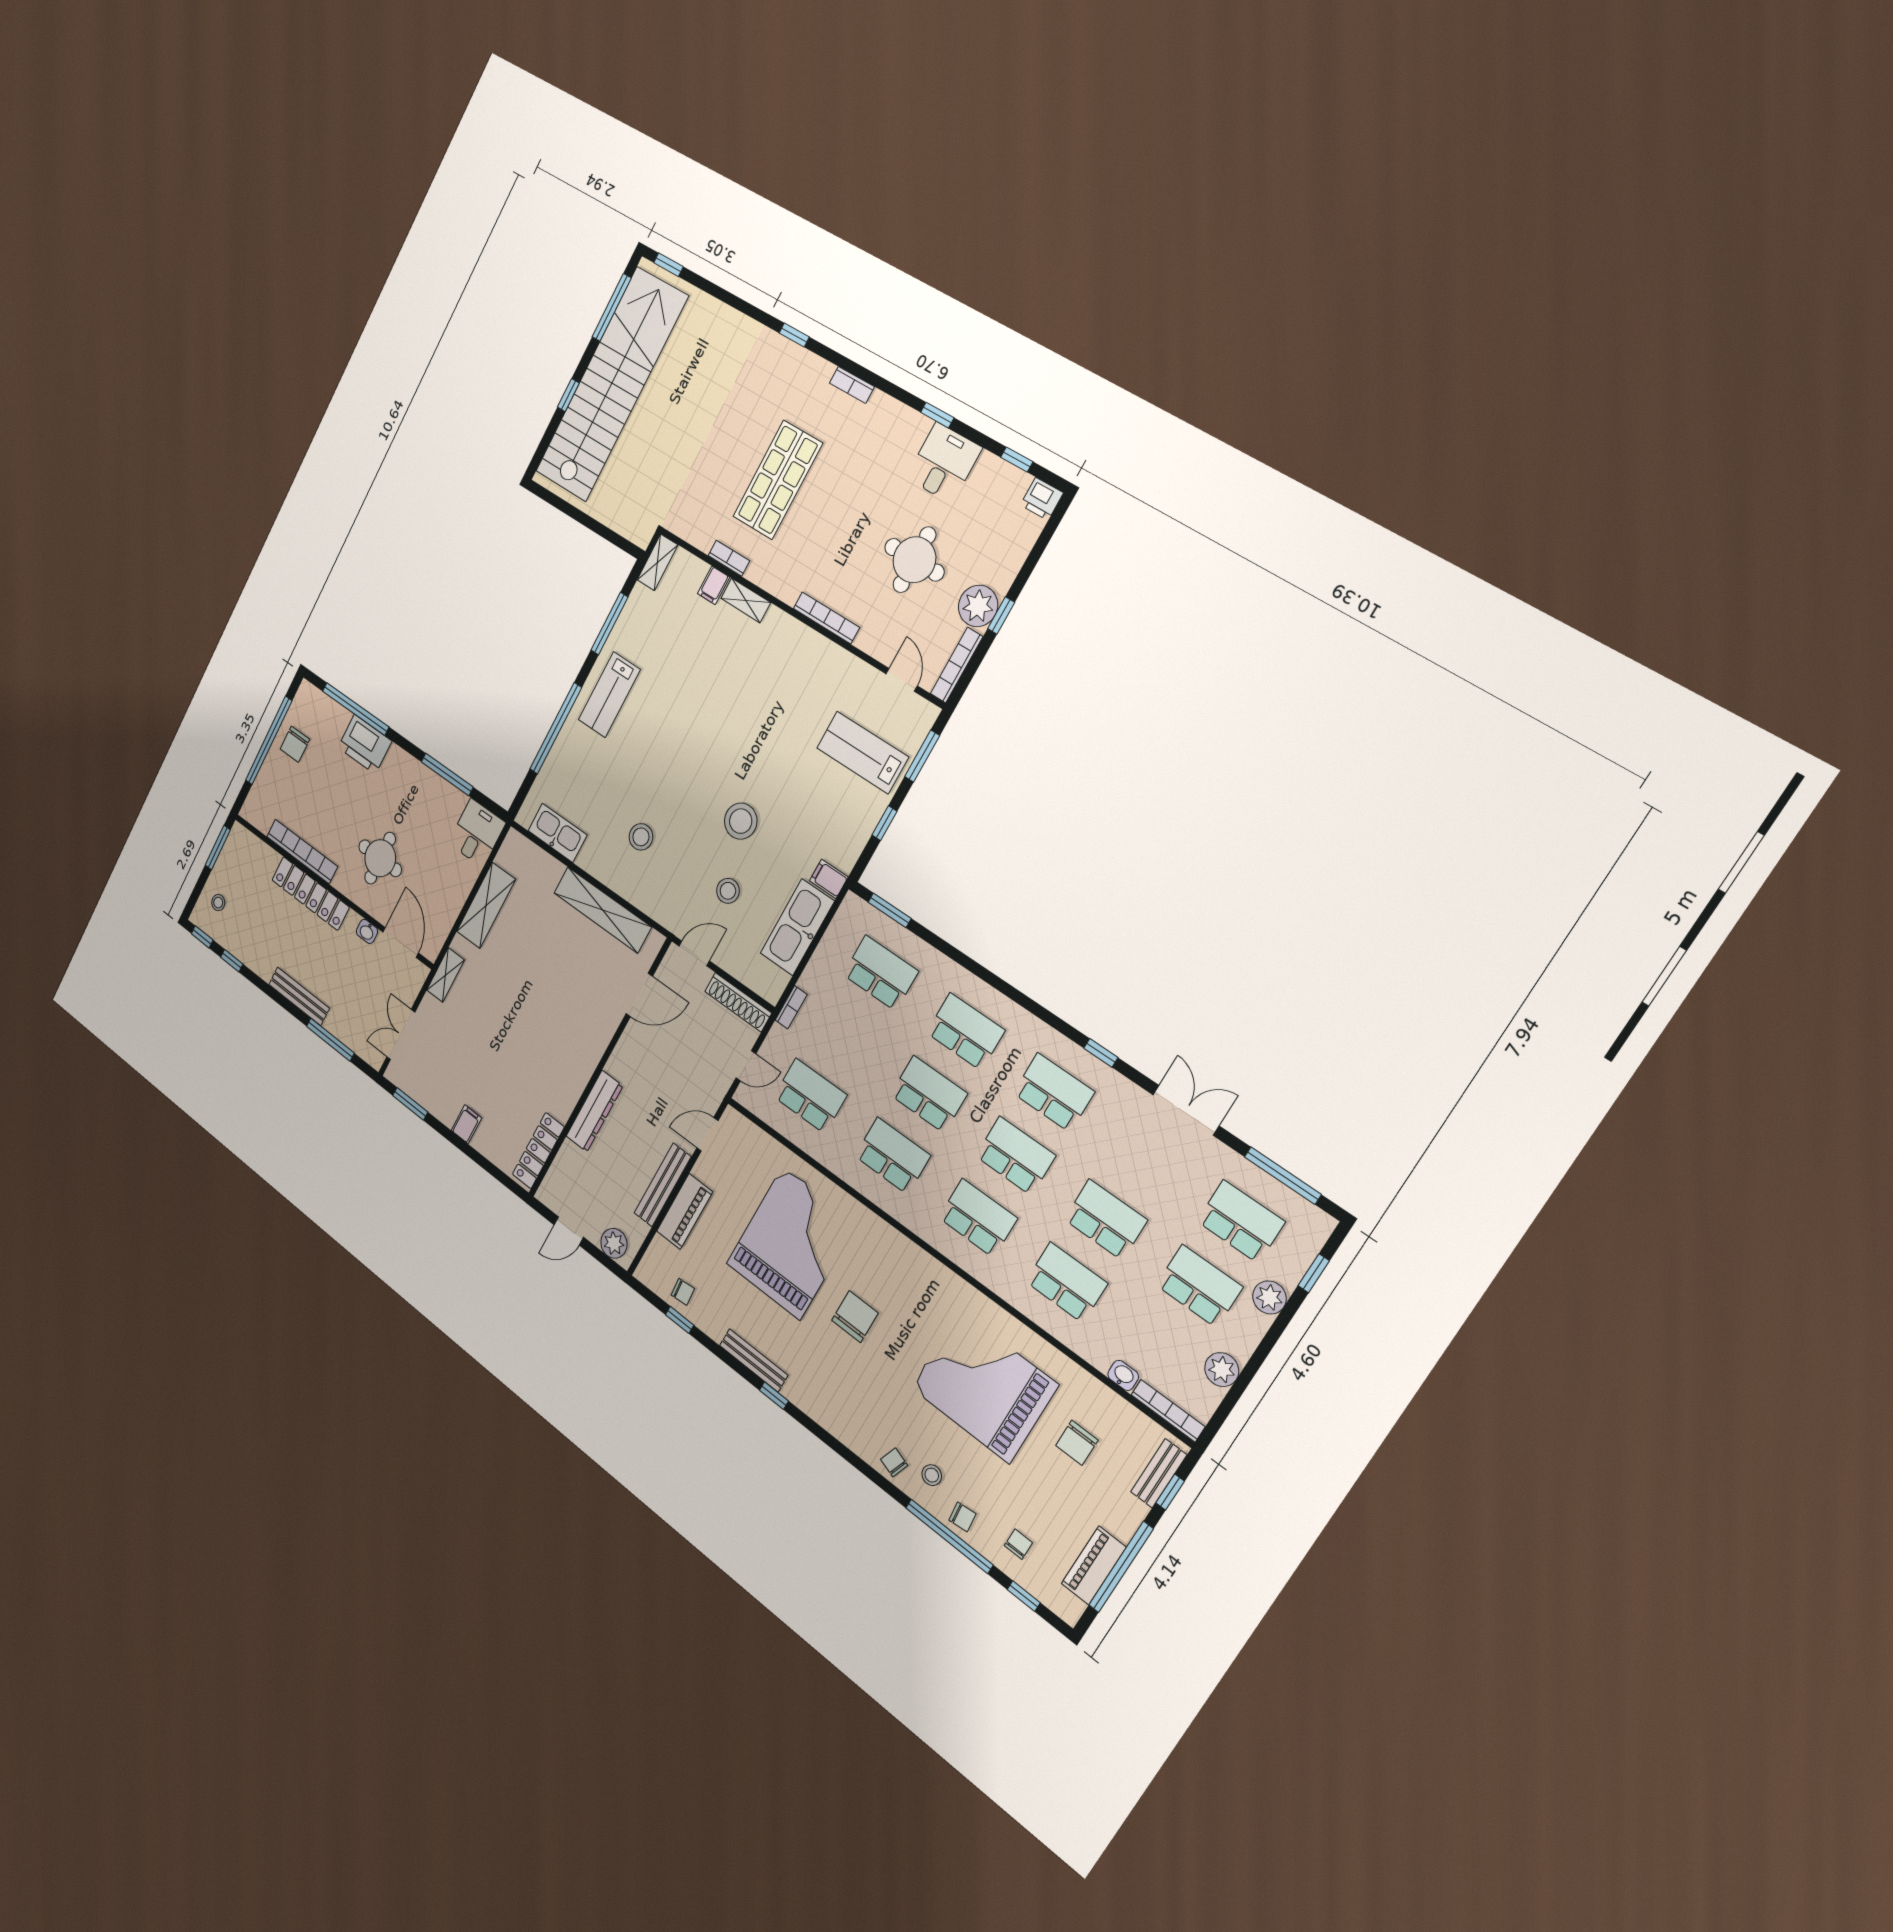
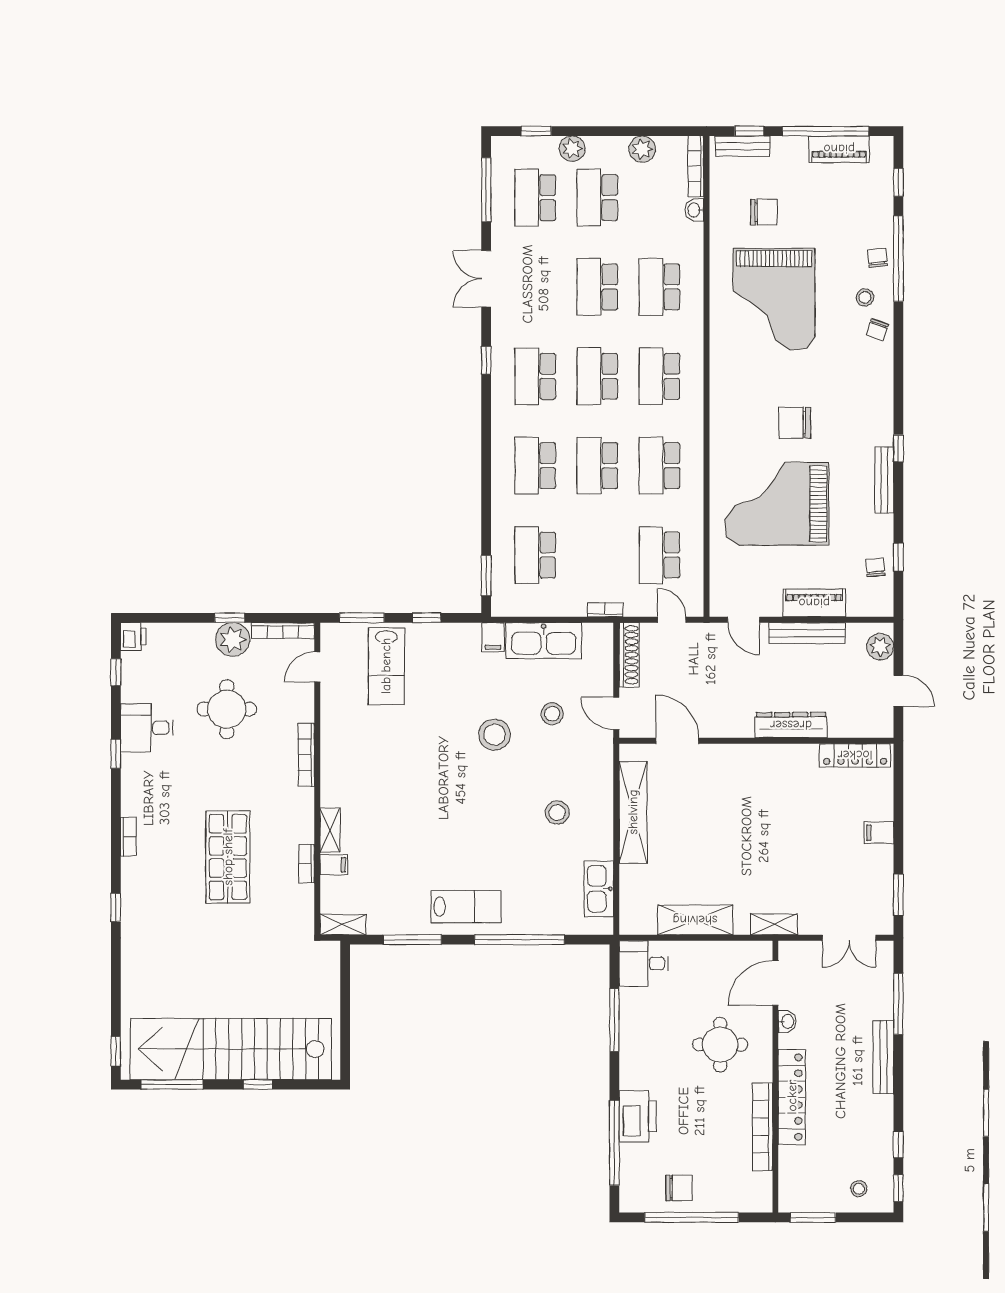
shop shelf: (778, 480) -> (228, 857), turned 90
chair: (1018, 1544) -> (865, 208), removed

